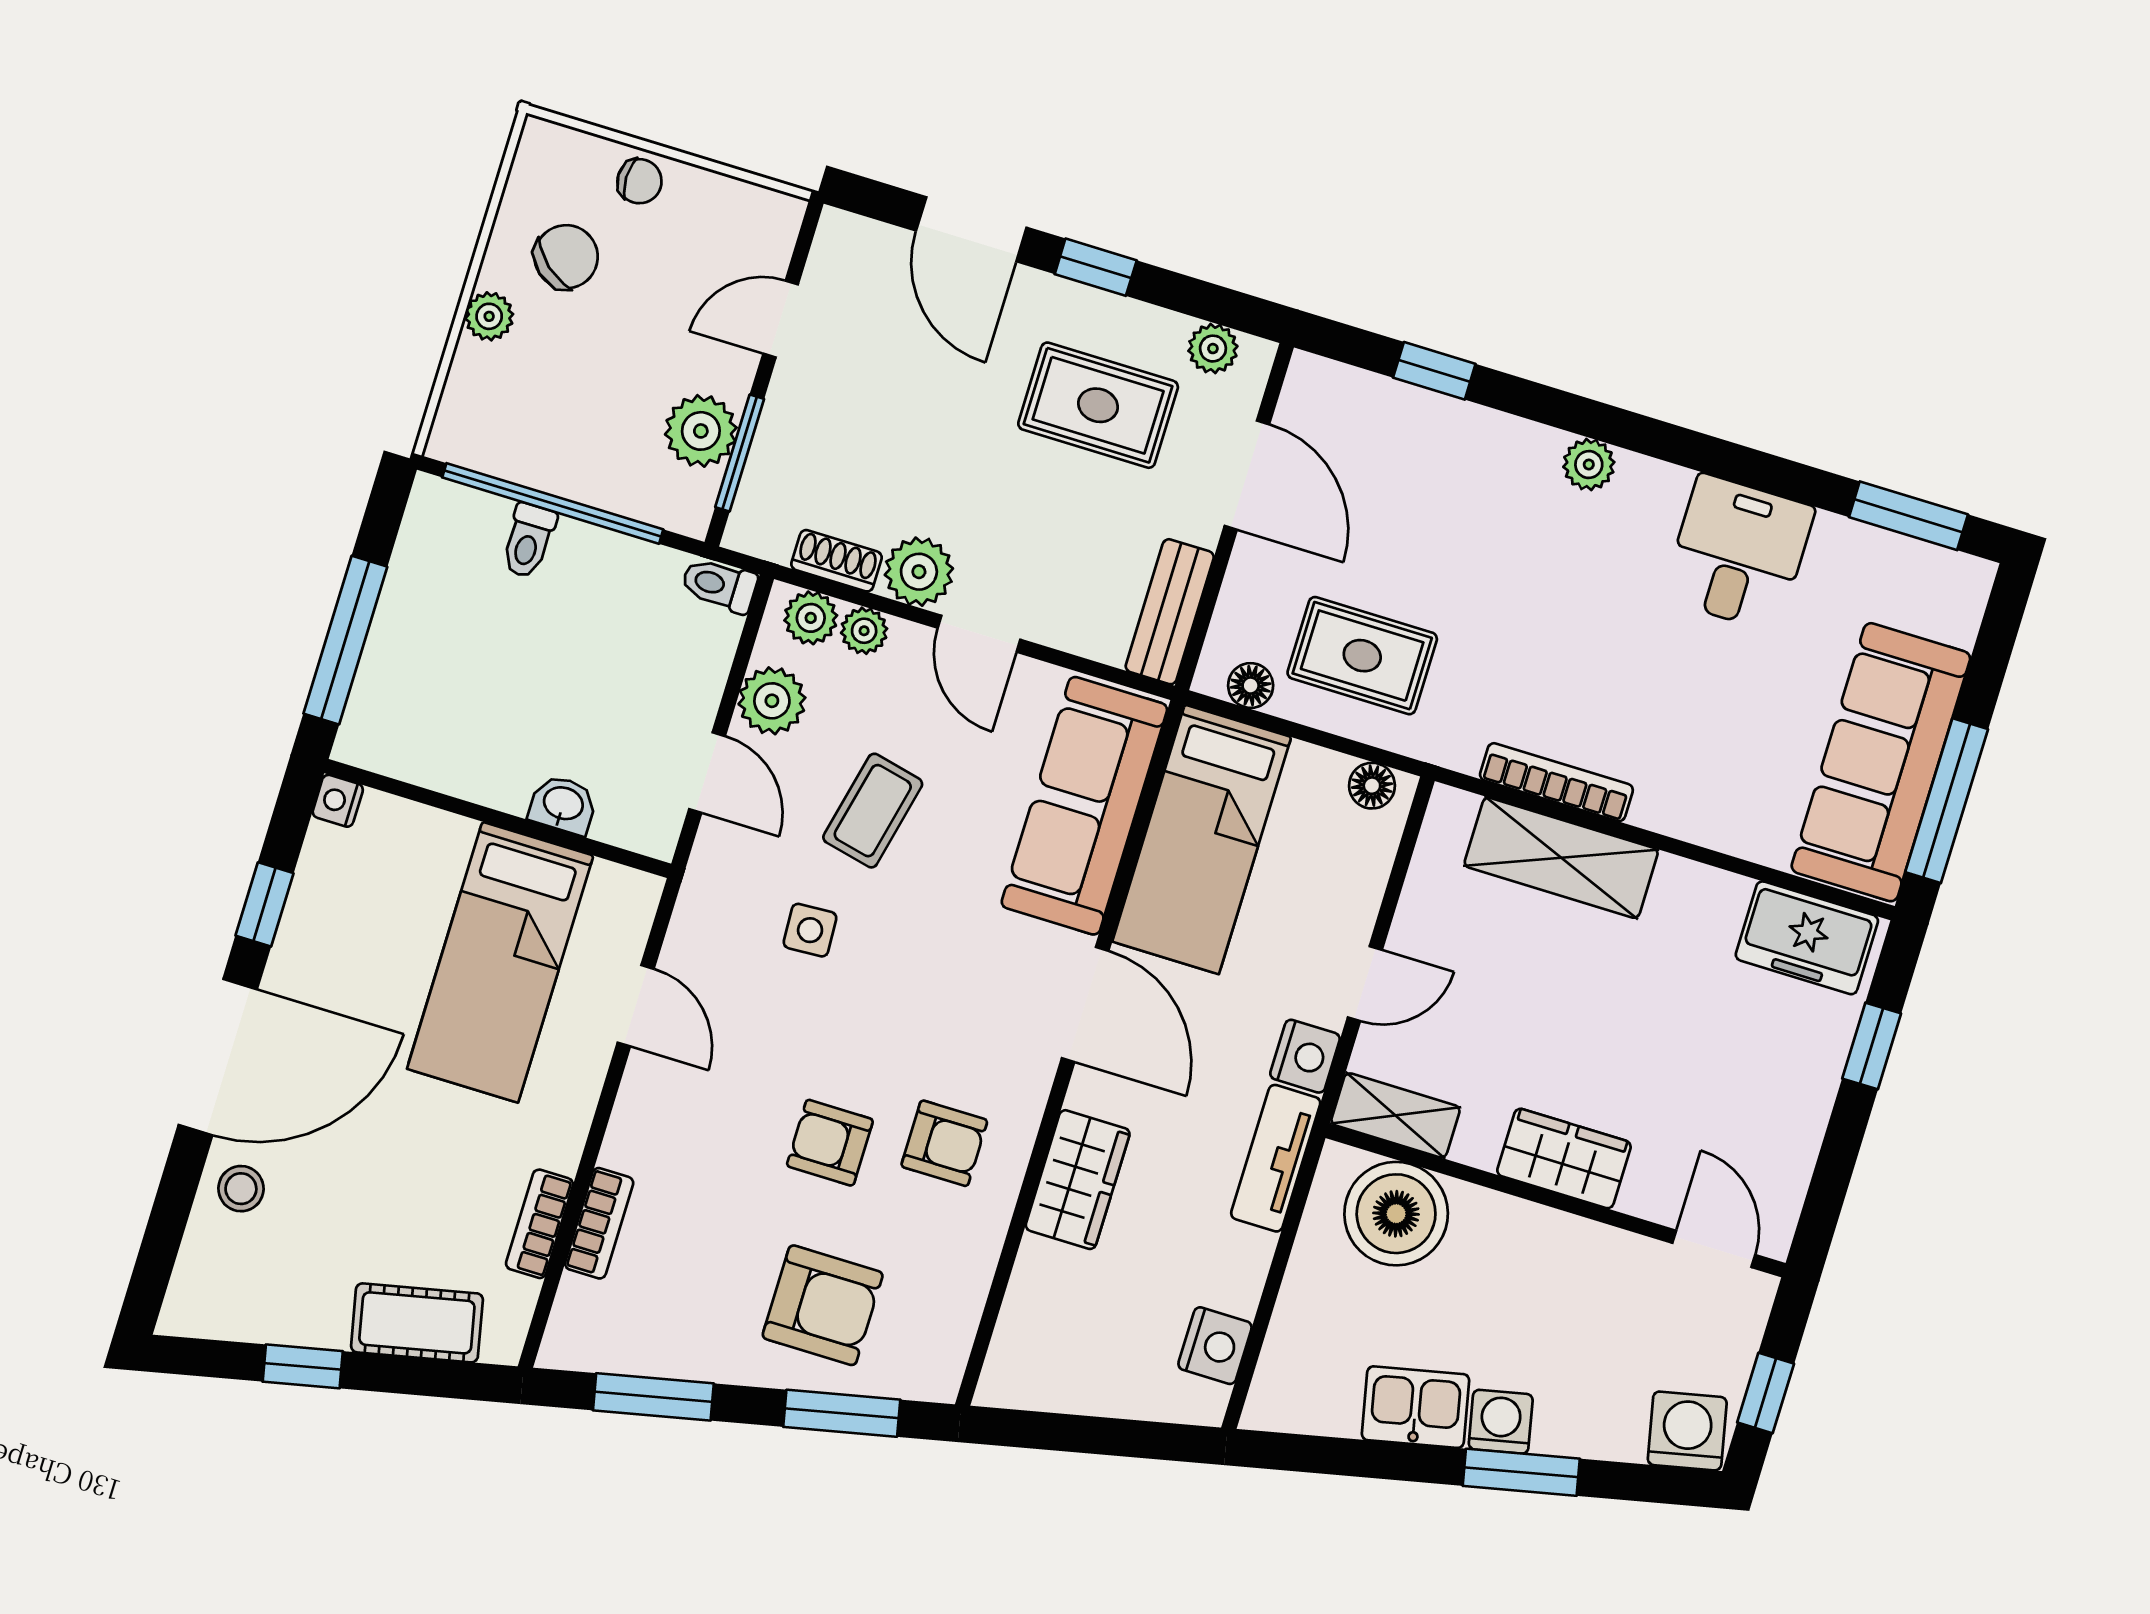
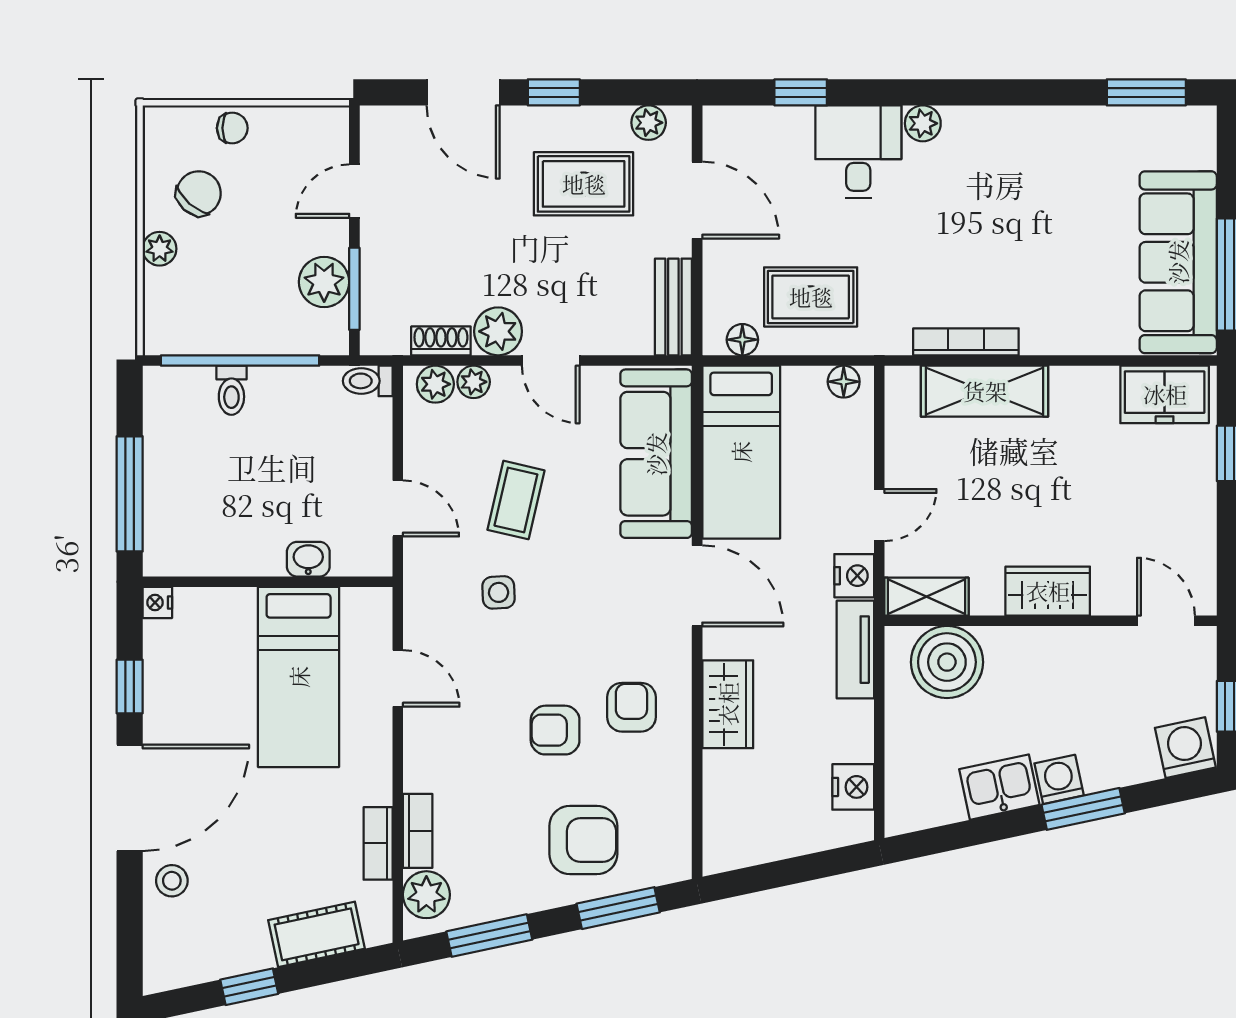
desk: (1738, 553) -> (858, 152), moved
plant: (772, 701) -> (426, 895), moved
armchair: (944, 1143) -> (631, 707), turned -90

